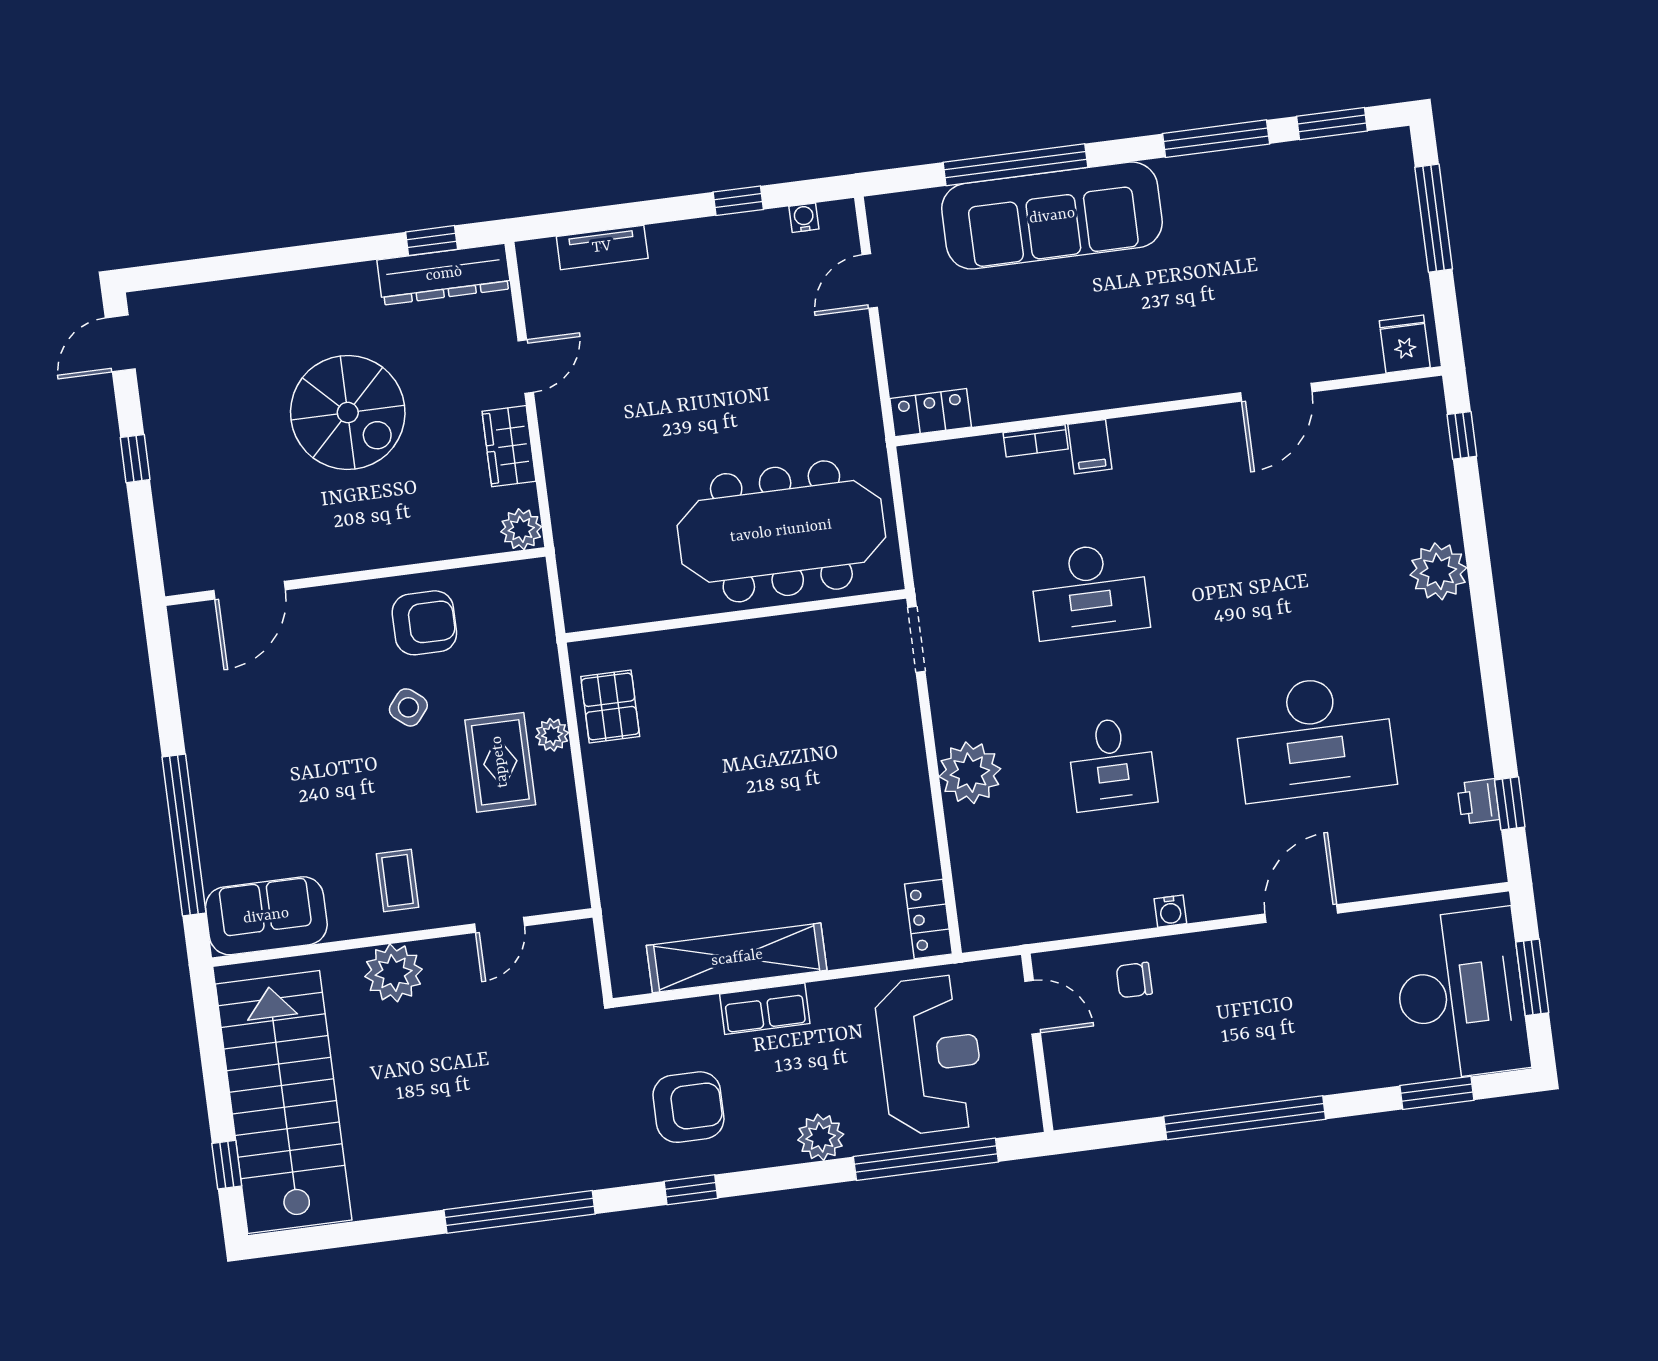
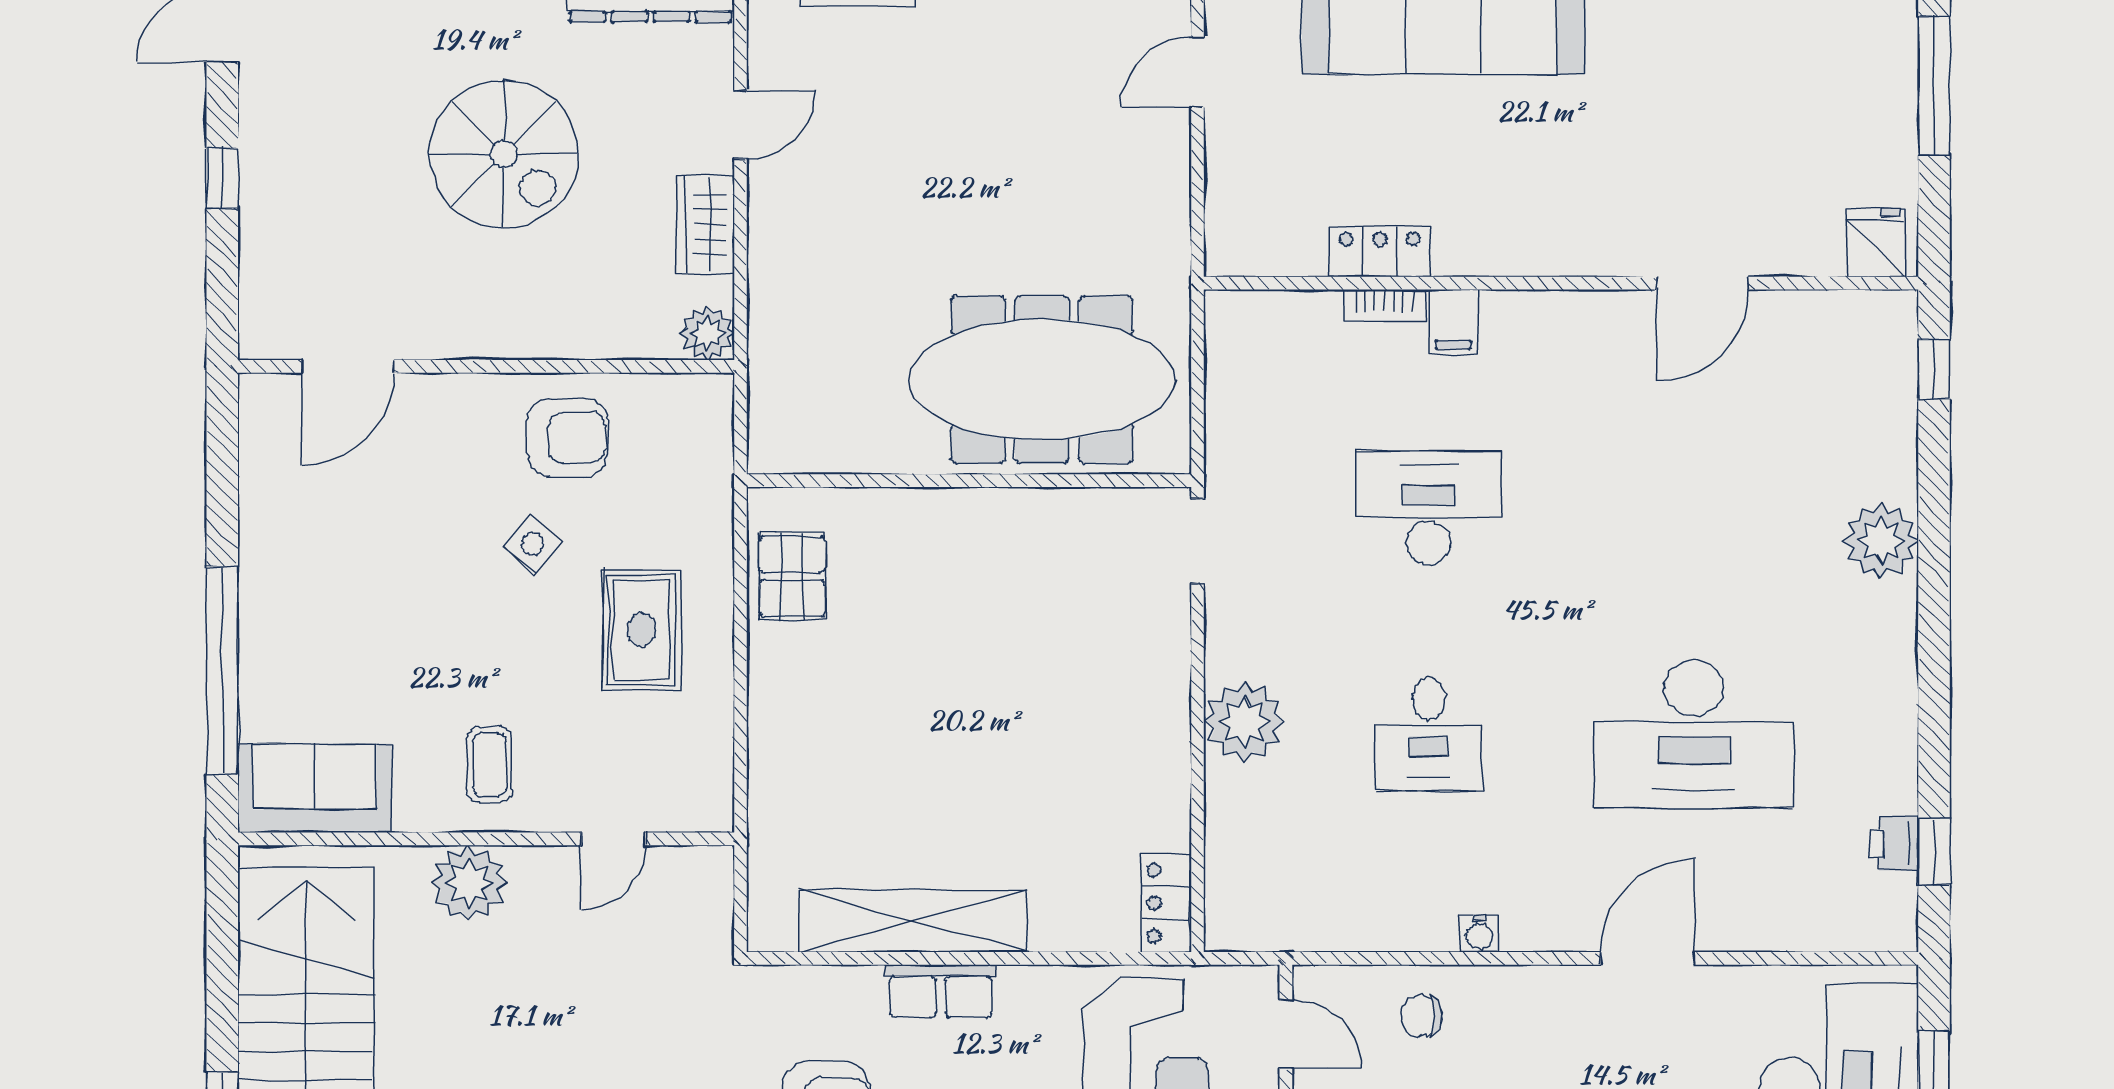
locker: (931, 413) -> (1380, 252), moved
desk: (1089, 591) -> (1429, 508), turned 180
plant: (552, 735) -> (713, 603), removed

